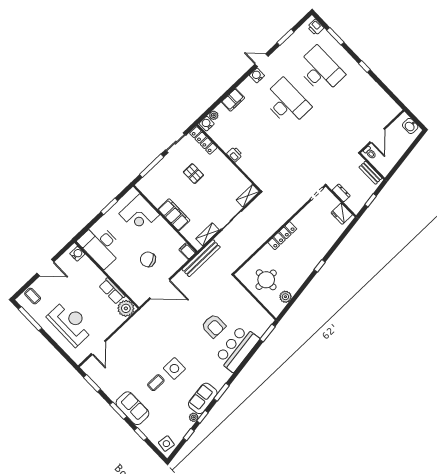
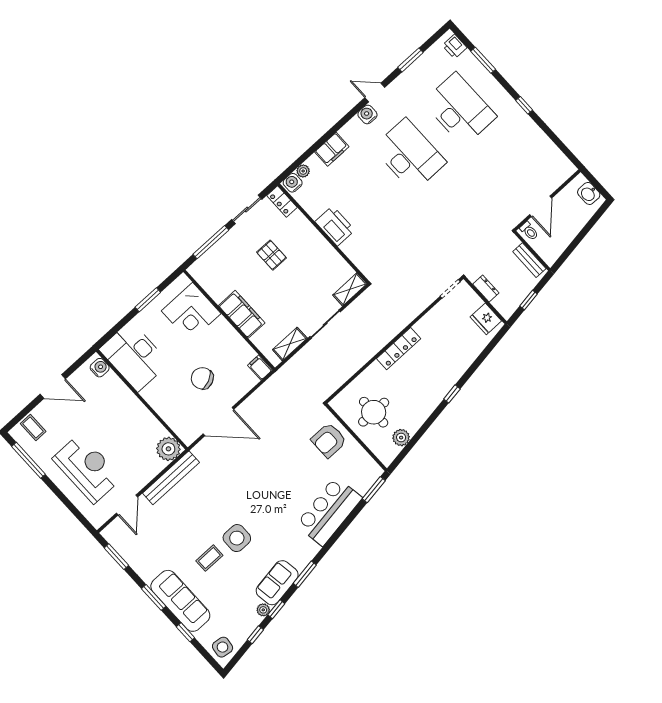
locker: (203, 140) -> (282, 202), width x0.66
printer: (235, 154) -> (335, 226), width x1.87, depth x1.48
bench: (201, 258) -> (171, 478), moved
row of seats: (112, 291) -> (149, 423), removed
armchair: (214, 326) -> (329, 440), moved, turned 90
sofa: (132, 408) -> (180, 601), width x1.36

